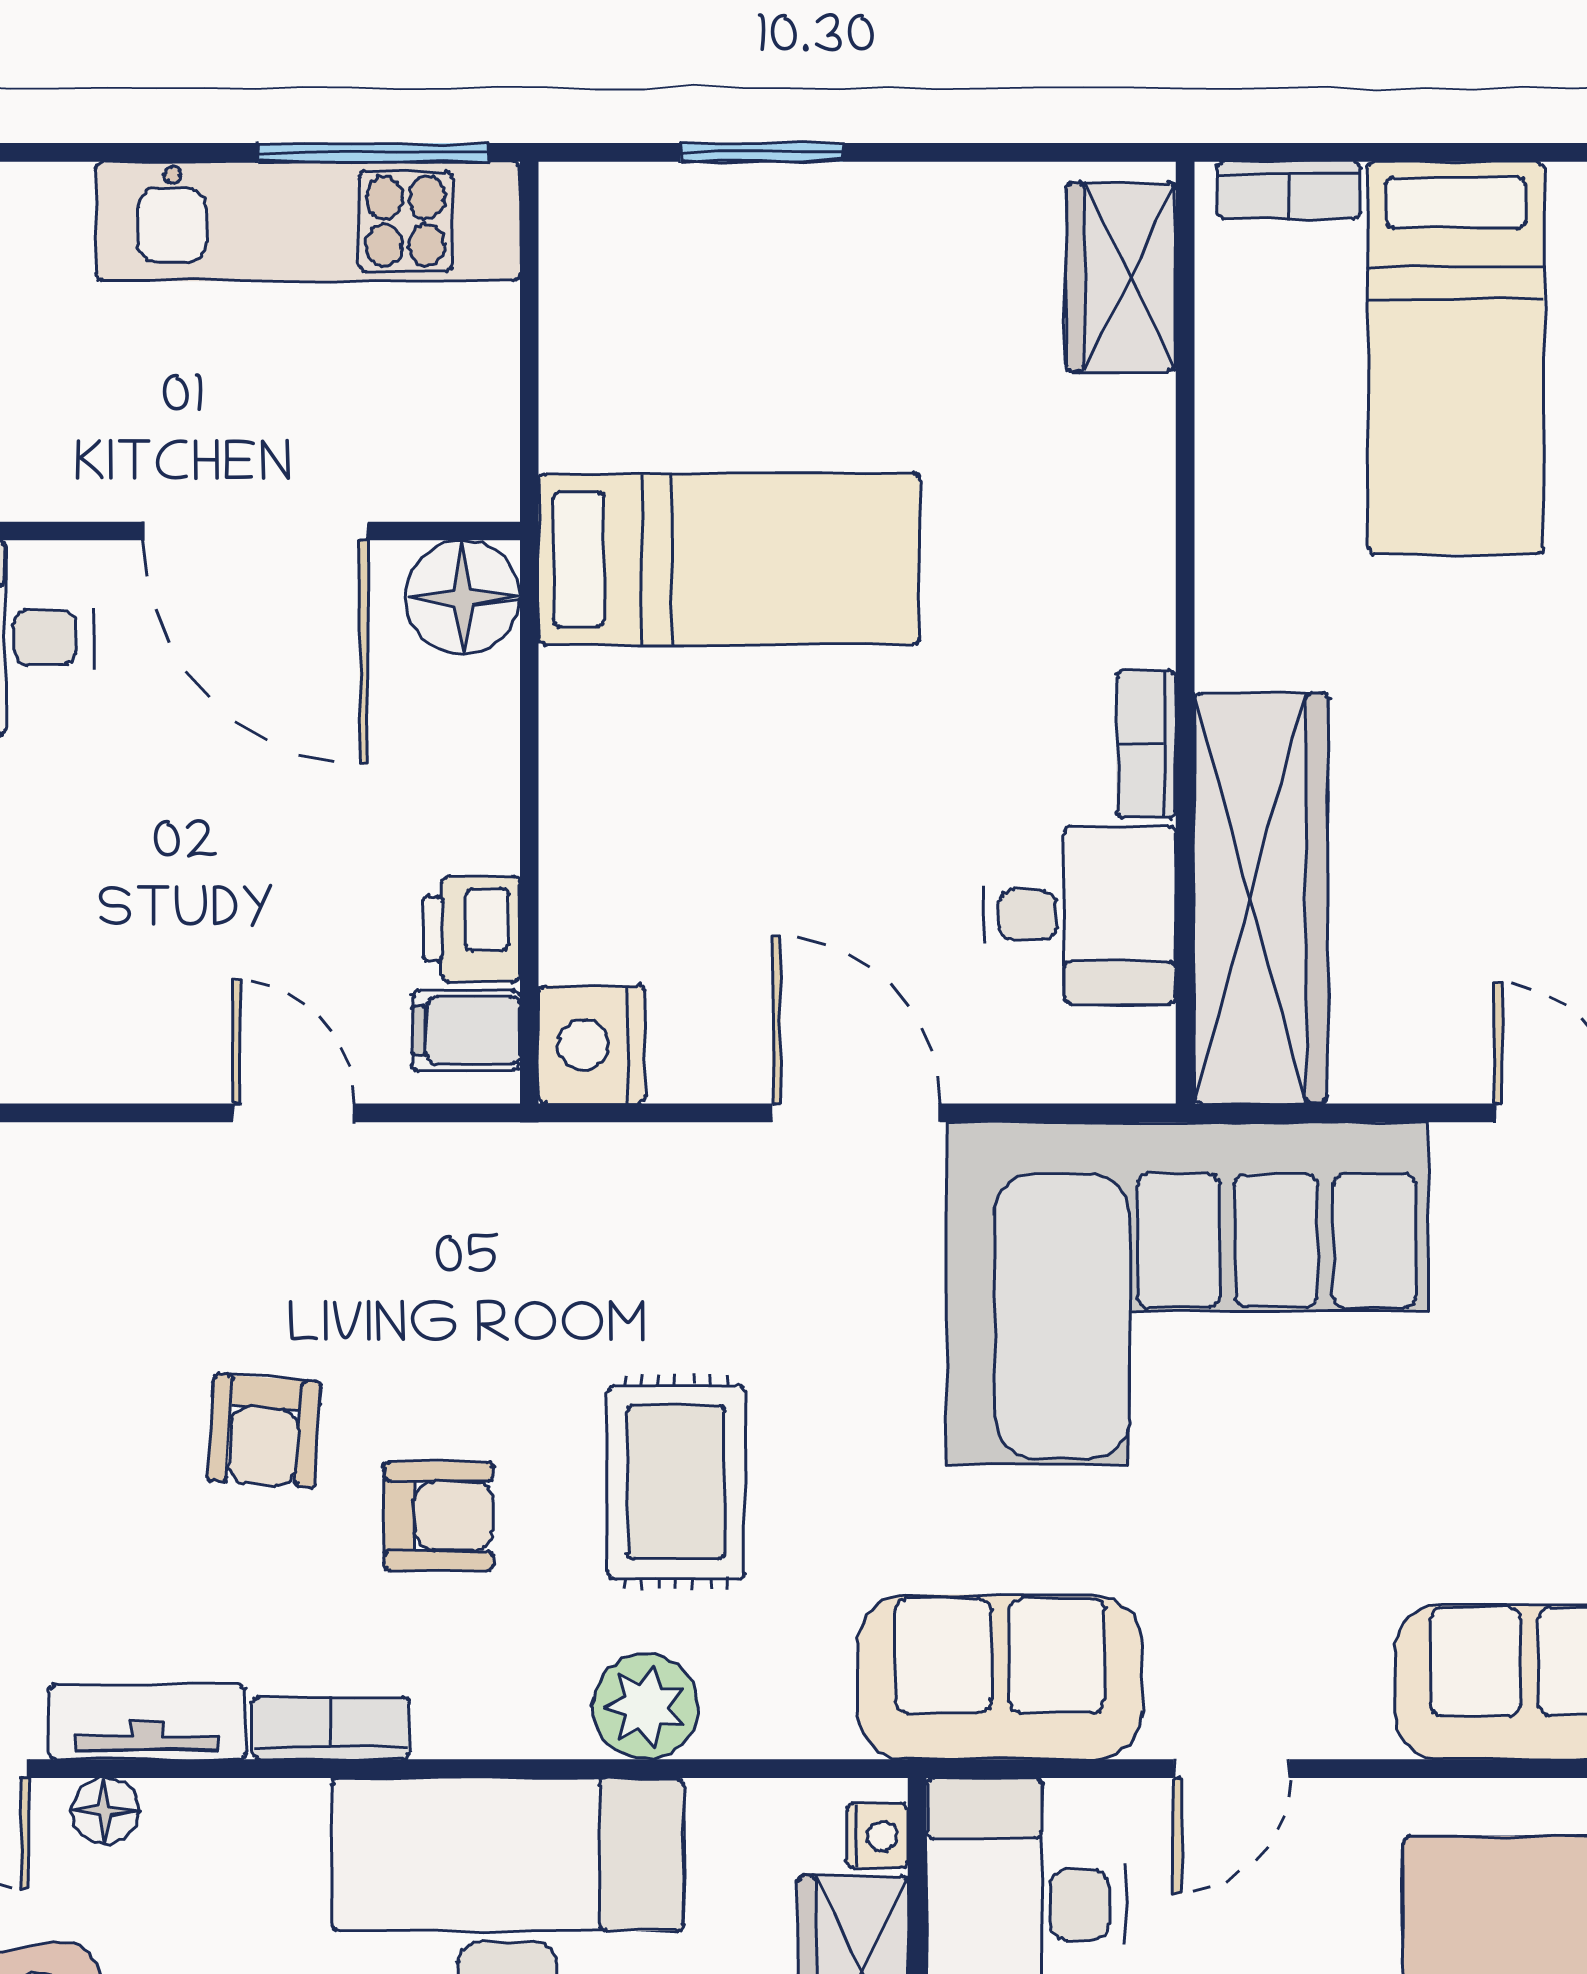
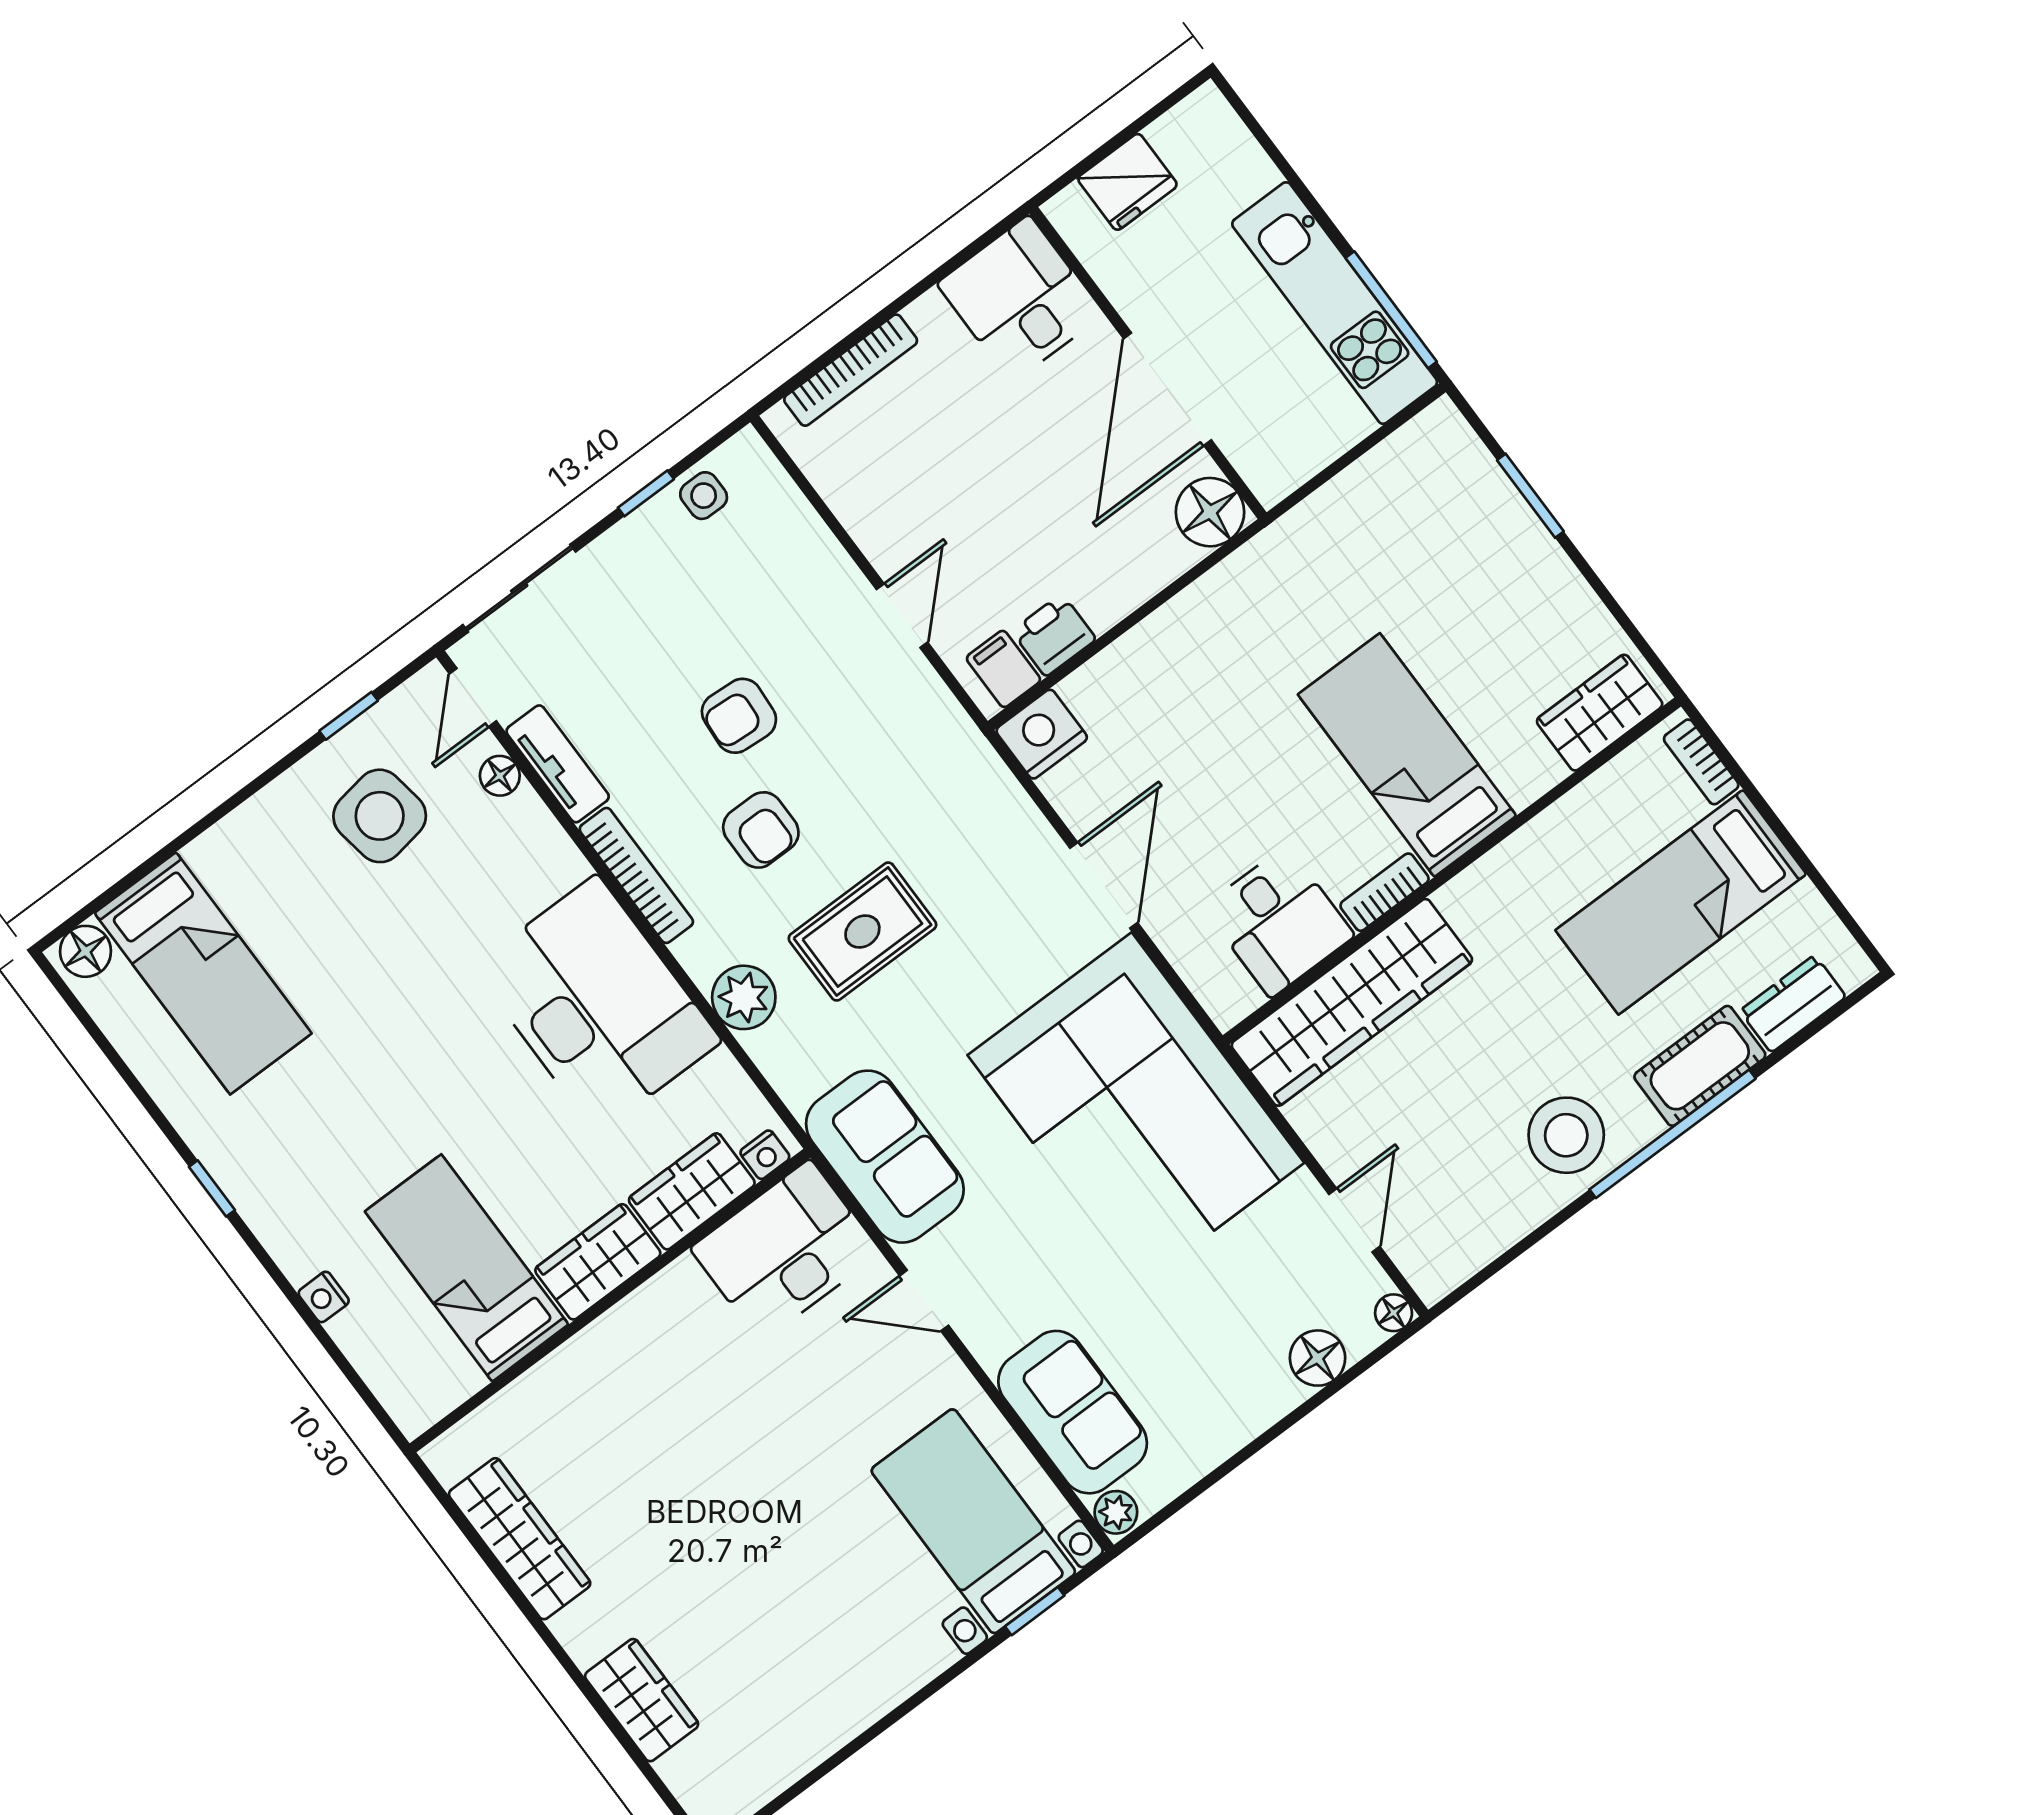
bed: (729, 559) -> (1407, 755), moved, turned 180
bookcase: (331, 1728) -> (636, 875), width x1.56

